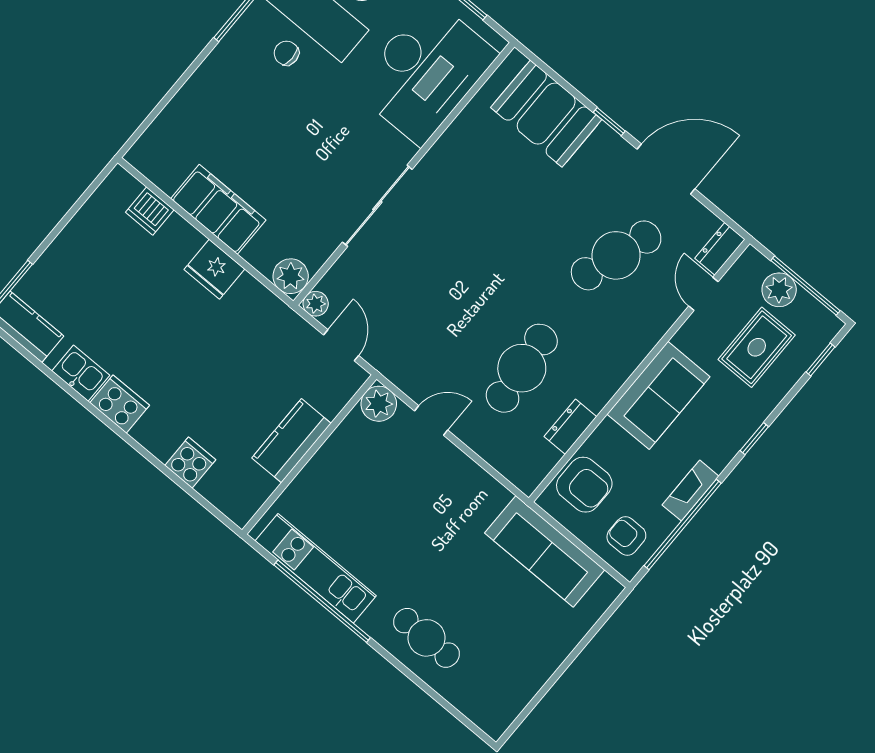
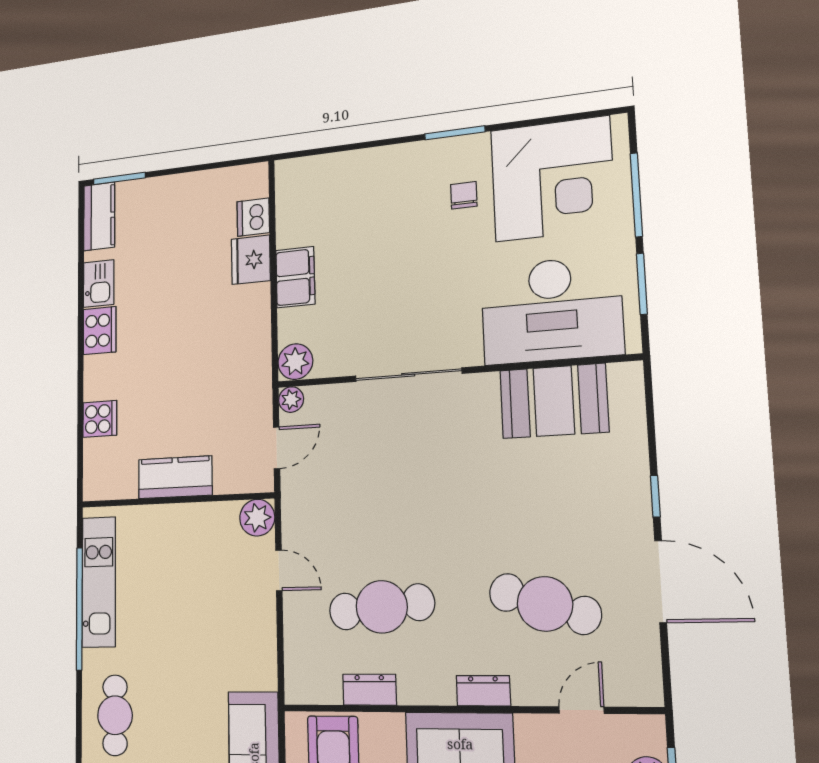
booth: (546, 114) -> (554, 401), moved, turned 90
filing cabinet: (218, 209) -> (295, 277), width x0.67, depth x0.86
dresser: (720, 249) -> (483, 691), moved
fridge: (214, 269) -> (251, 260), moved

